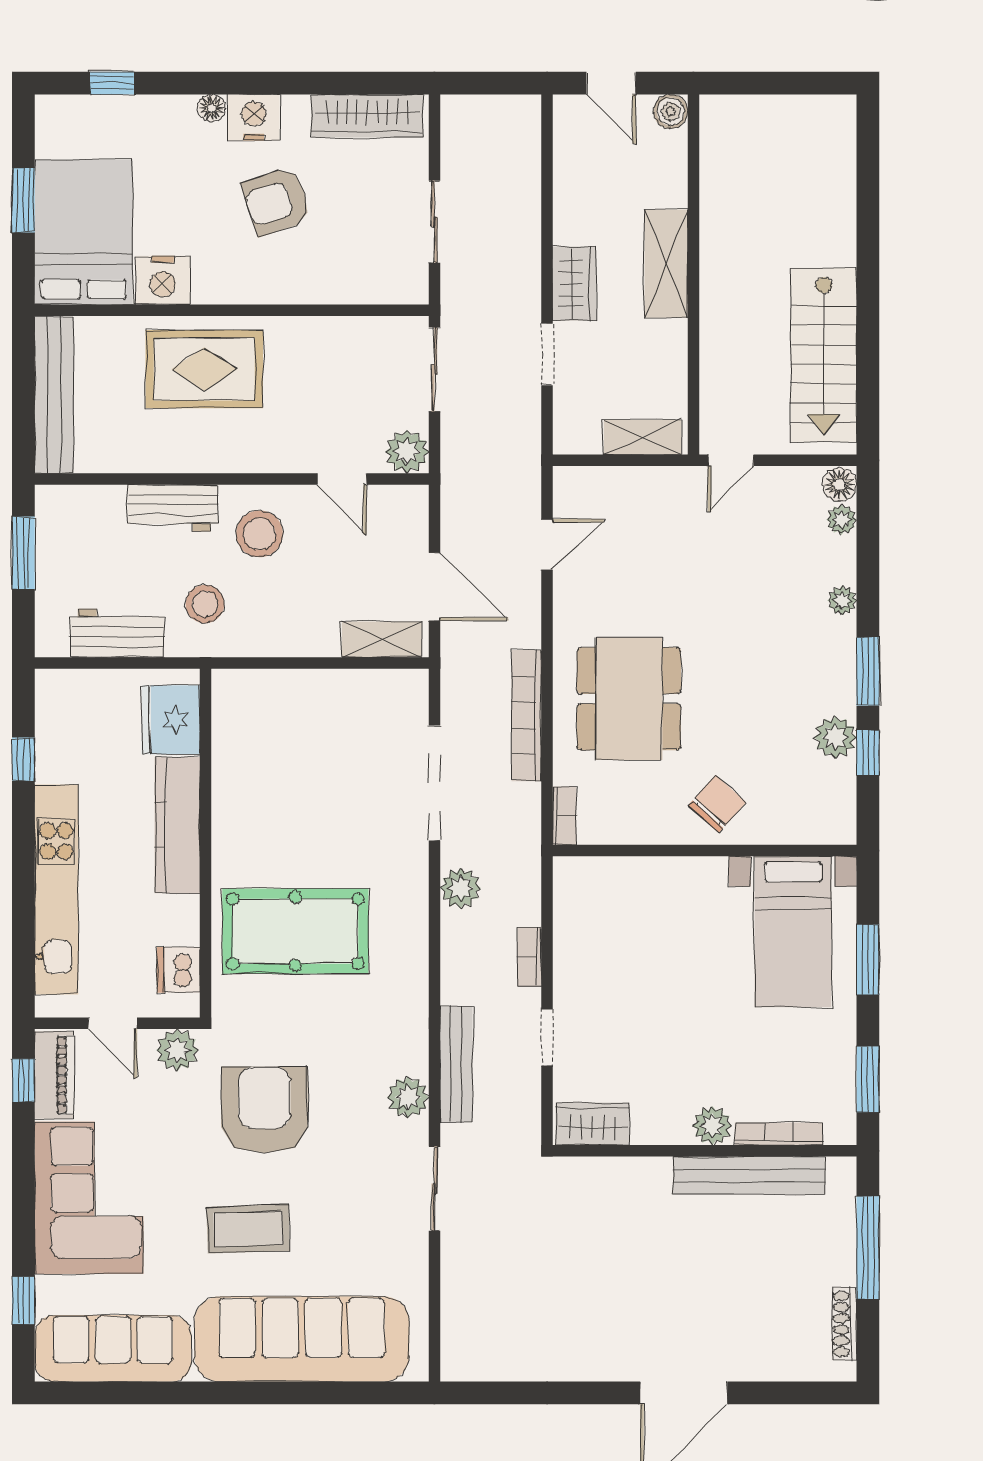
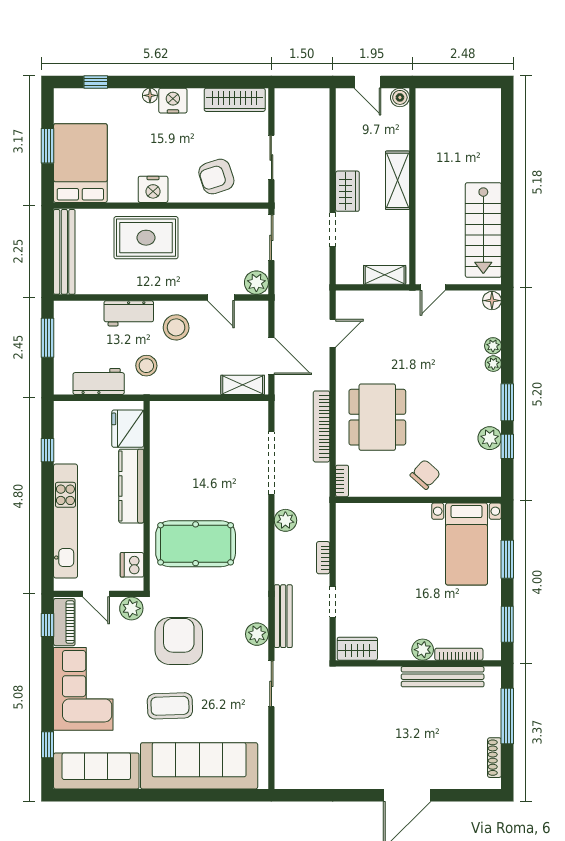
armchair: (277, 201) -> (216, 177), moved
nightstand: (163, 280) -> (153, 189), moved
plant: (841, 520) -> (493, 346), moved

